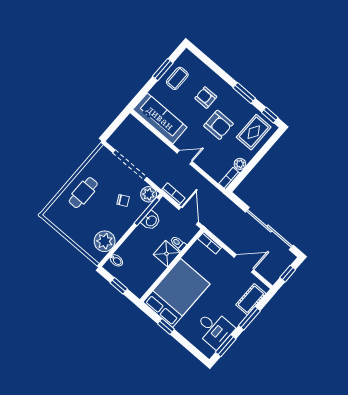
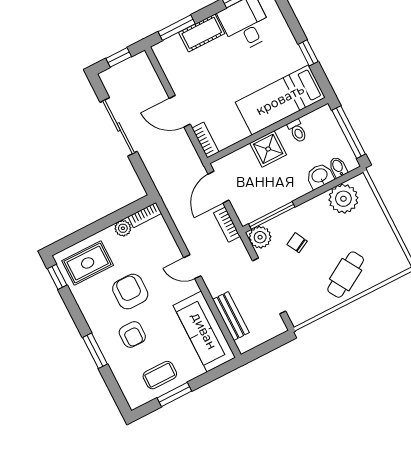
window: (244, 93) -> (95, 351), moved
bench: (147, 135) -> (231, 316), added
cafe table: (83, 193) -> (346, 275), turned -31
washbasin: (151, 221) -> (320, 176), moved
sliding door: (269, 229) -> (119, 127), width x0.73
toilet: (178, 243) -> (297, 131), moved
door: (244, 263) -> (180, 111), moved
window: (119, 286) -> (349, 132), width x2.17
bed: (177, 293) -> (280, 100), width x0.67
cot: (251, 299) -> (202, 33), moved
window: (249, 318) -> (177, 28), moved

